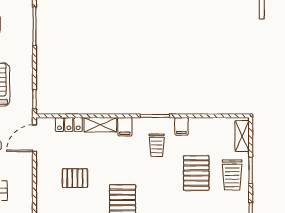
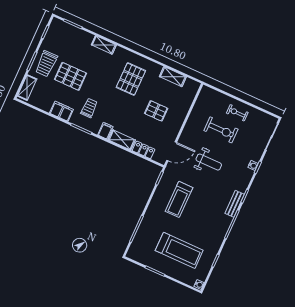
filing cabinet: (181, 126) -> (61, 111), width x2.00
pallet: (196, 173) -> (70, 76), turned 90
trolley: (232, 175) -> (46, 64), turned 180

